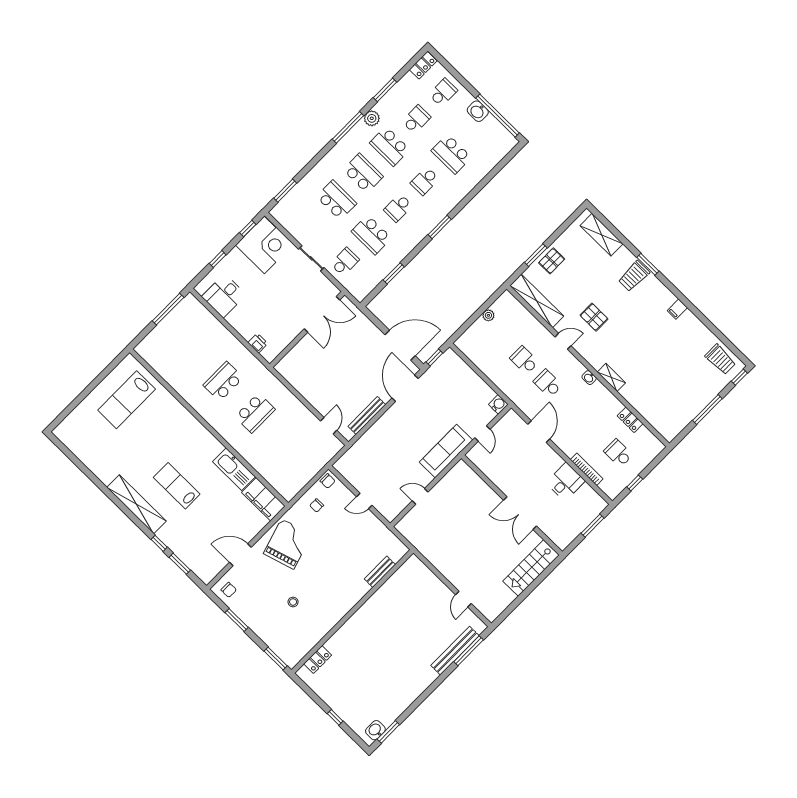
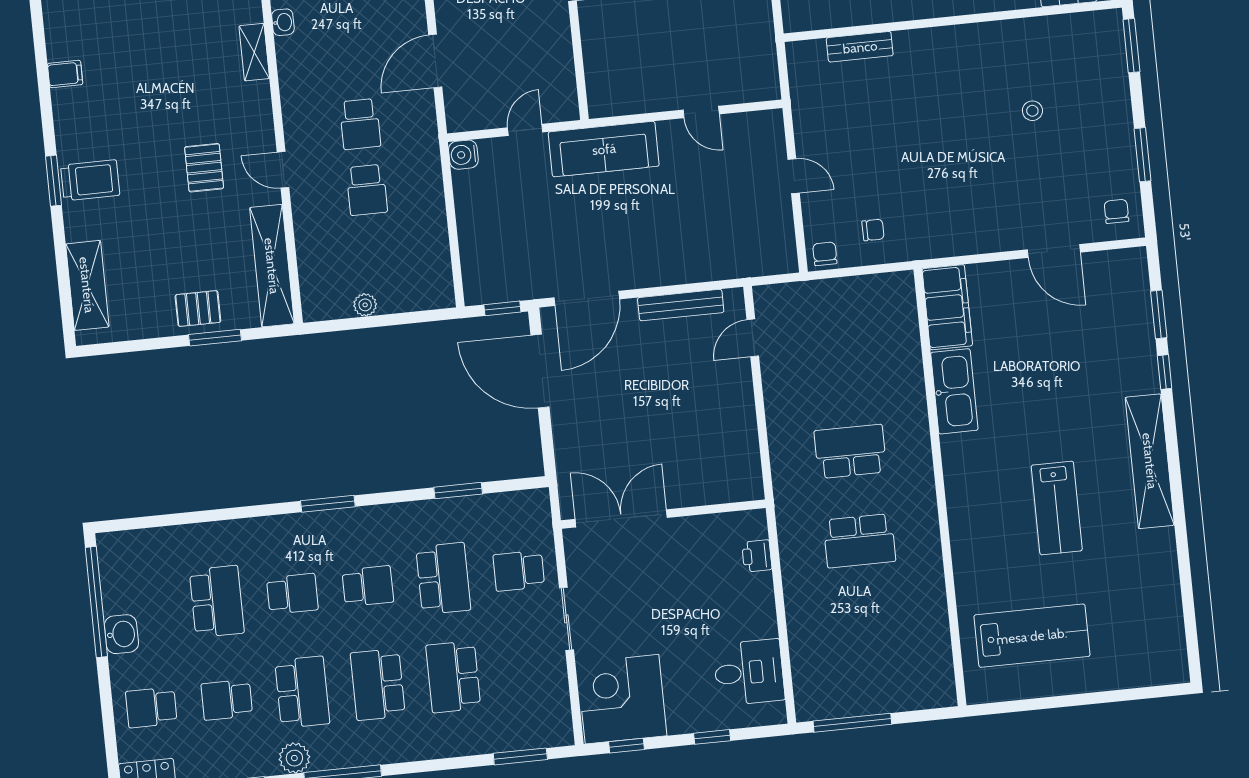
washbasin: (589, 378) -> (283, 22), moved
lab bench: (177, 486) -> (1057, 508), moved
grand piano: (288, 544) -> (967, 207), removed

